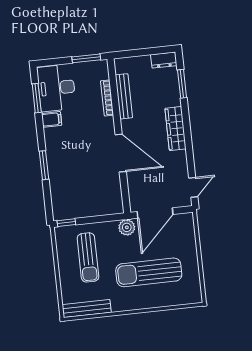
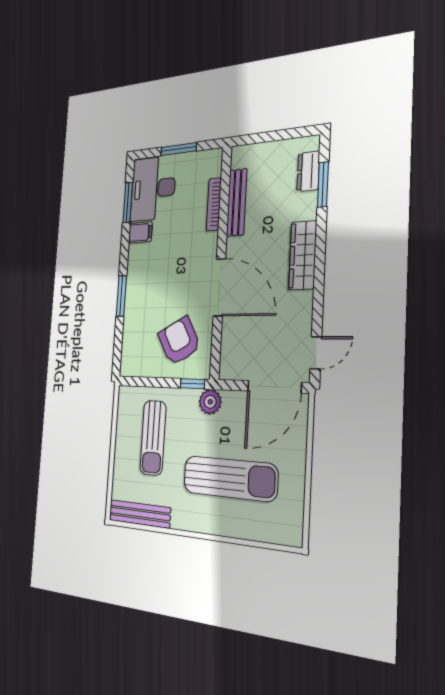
window: (86, 58) -> (179, 149), moved
dresser: (164, 60) -> (308, 171), moved, turned 90
armchair: (97, 191) -> (179, 341), added
door: (155, 213) -> (274, 387), moved
window: (66, 223) -> (192, 384), moved
sun lounger: (149, 272) -> (230, 478), turned 180

